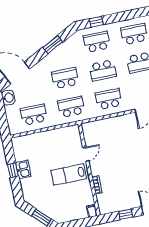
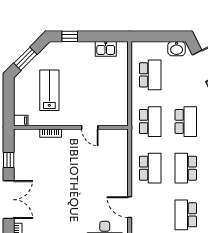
kitchen sink: (23, 169) -> (106, 49), moved
window: (13, 170) -> (70, 36), moved
lab bench: (69, 175) -> (49, 90), moved

